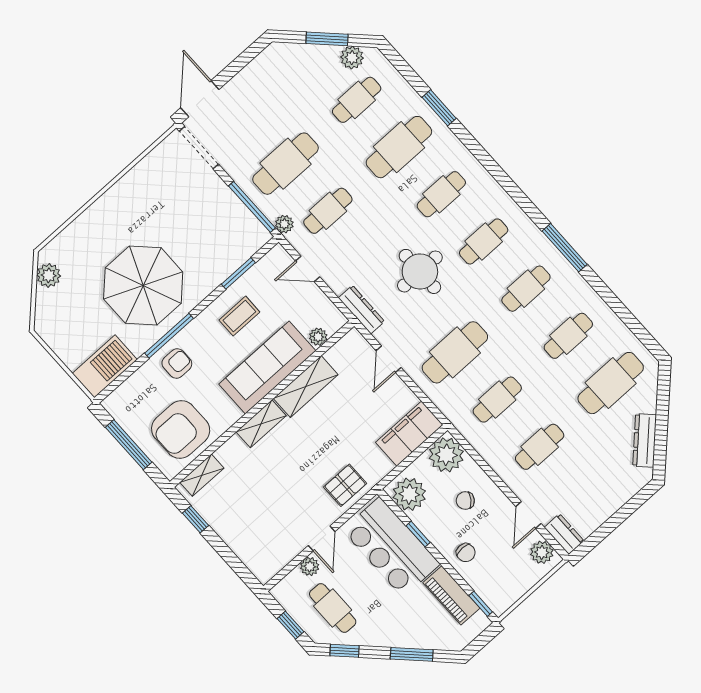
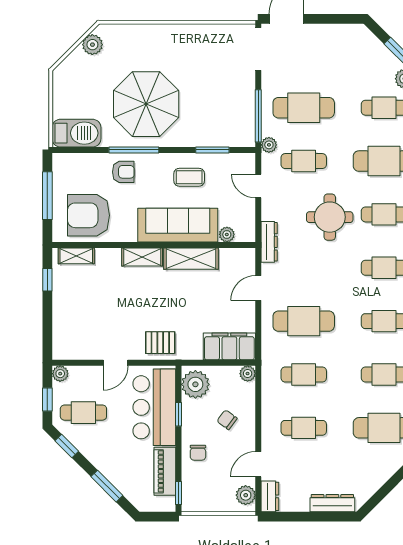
round table: (420, 271) -> (330, 217), moved
dresser: (645, 440) -> (332, 503), moved, turned 45
plant: (446, 455) -> (248, 374), width x0.53, depth x0.53
plant: (310, 566) -> (60, 374), moved
cafe table: (333, 608) -> (83, 413), turned 90

